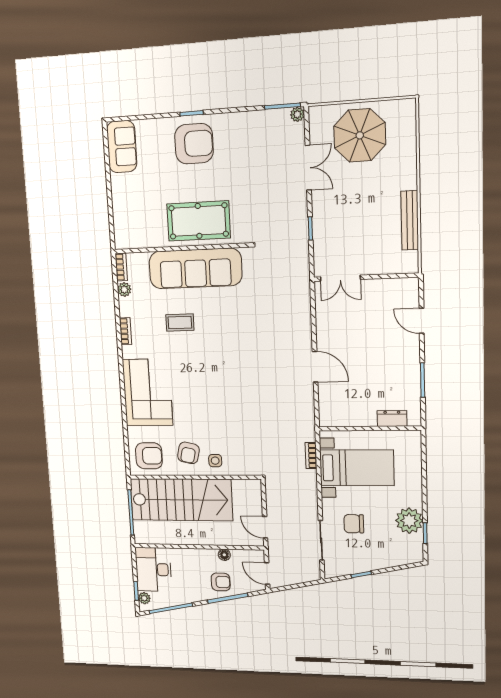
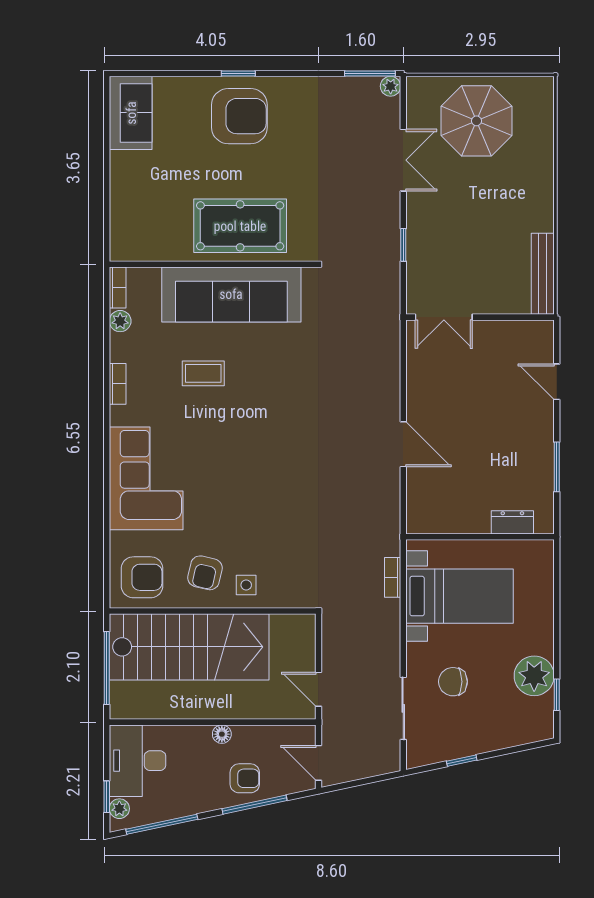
bench: (410, 220) -> (543, 274), moved
floor lamp: (224, 555) -> (222, 734), moved

